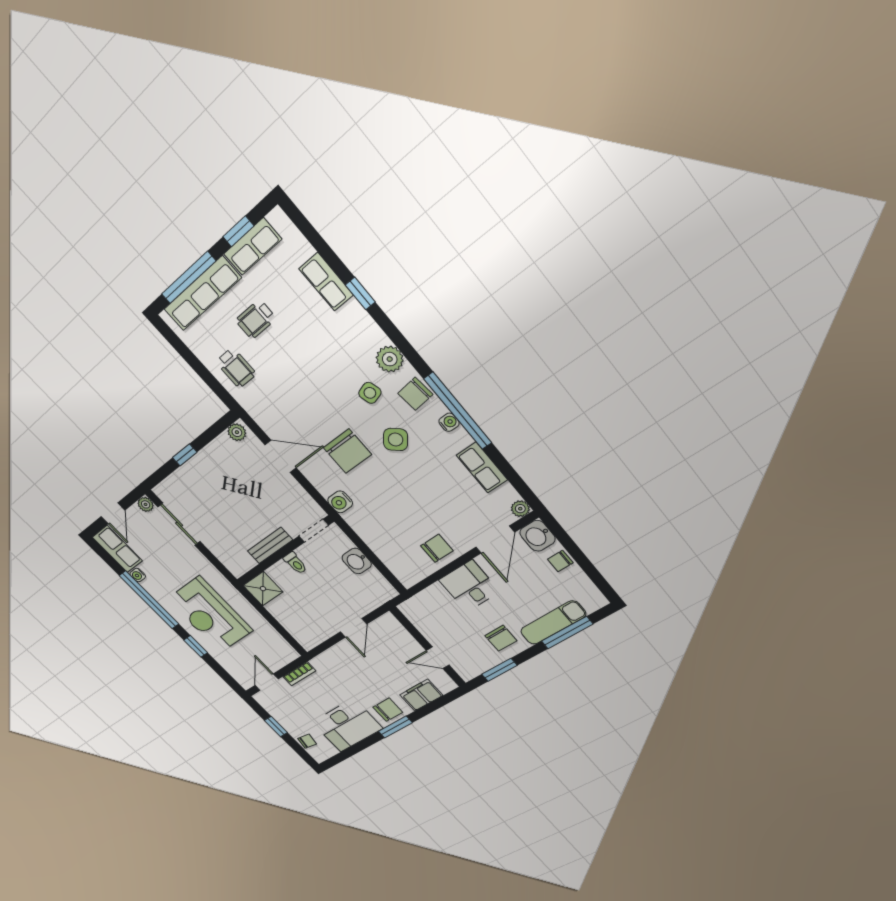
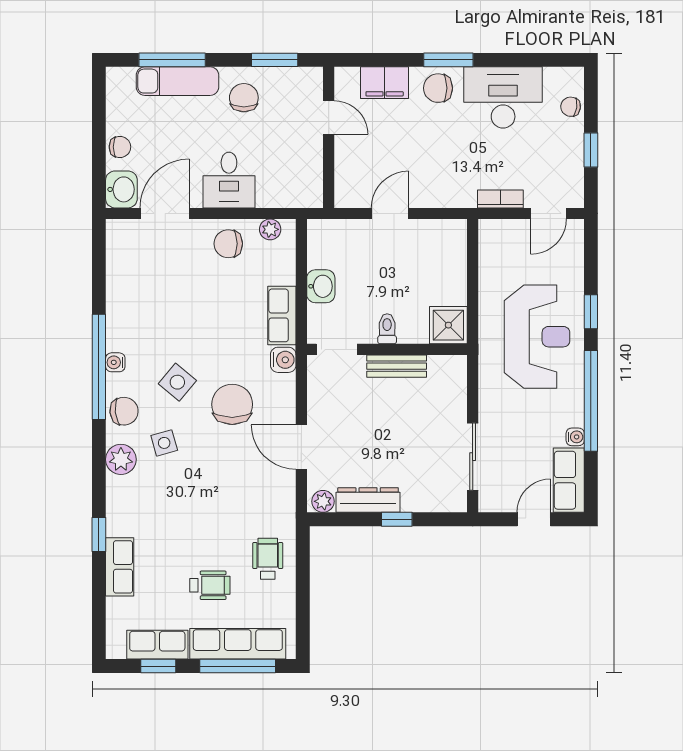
dresser: (212, 454) -> (368, 500), added
row of seats: (482, 468) -> (282, 315), moved, turned 180
plant: (146, 504) -> (488, 502), removed
plant: (520, 509) -> (270, 229), moved

